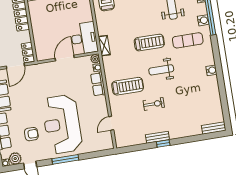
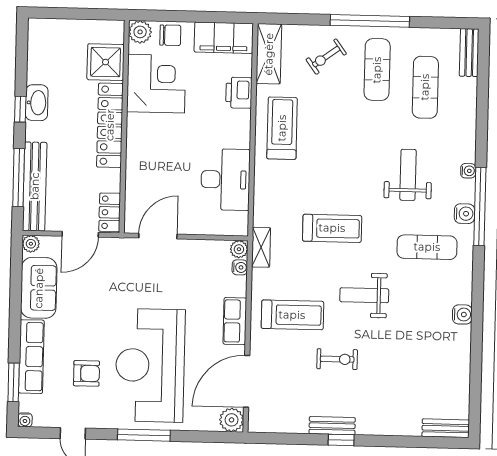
desk: (84, 38) -> (225, 180), moved
treadmill: (149, 43) -> (332, 228), moved
shelving: (104, 46) -> (261, 247), moved
door: (65, 58) -> (158, 236), moved
row of seats: (98, 84) -> (235, 321), moved
door: (111, 123) -> (247, 381), width x1.88
plant: (15, 159) -> (232, 420), moved

